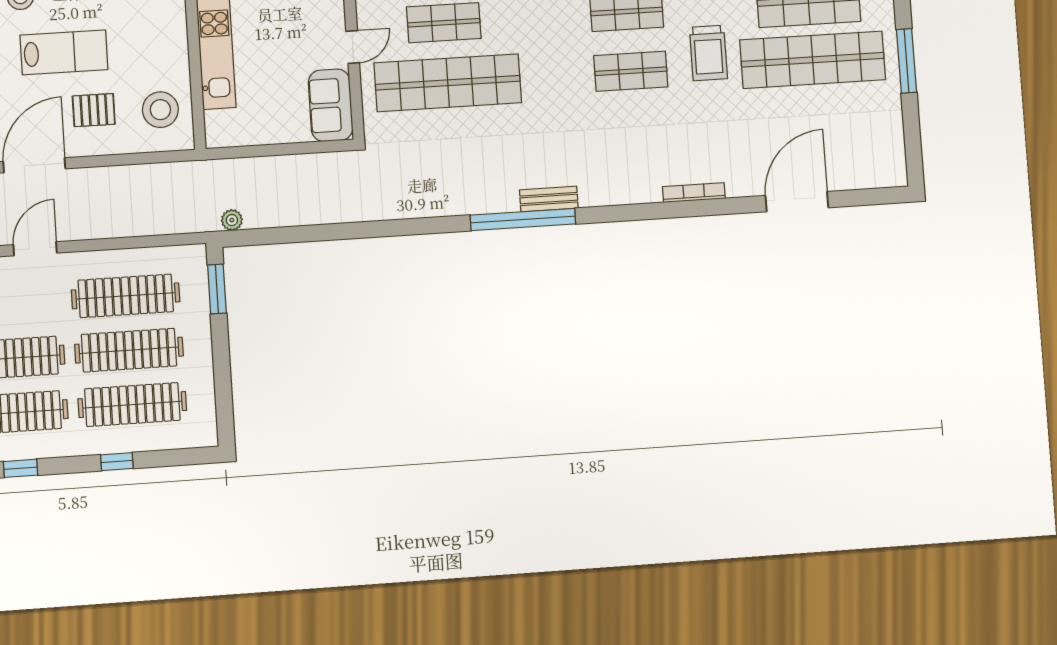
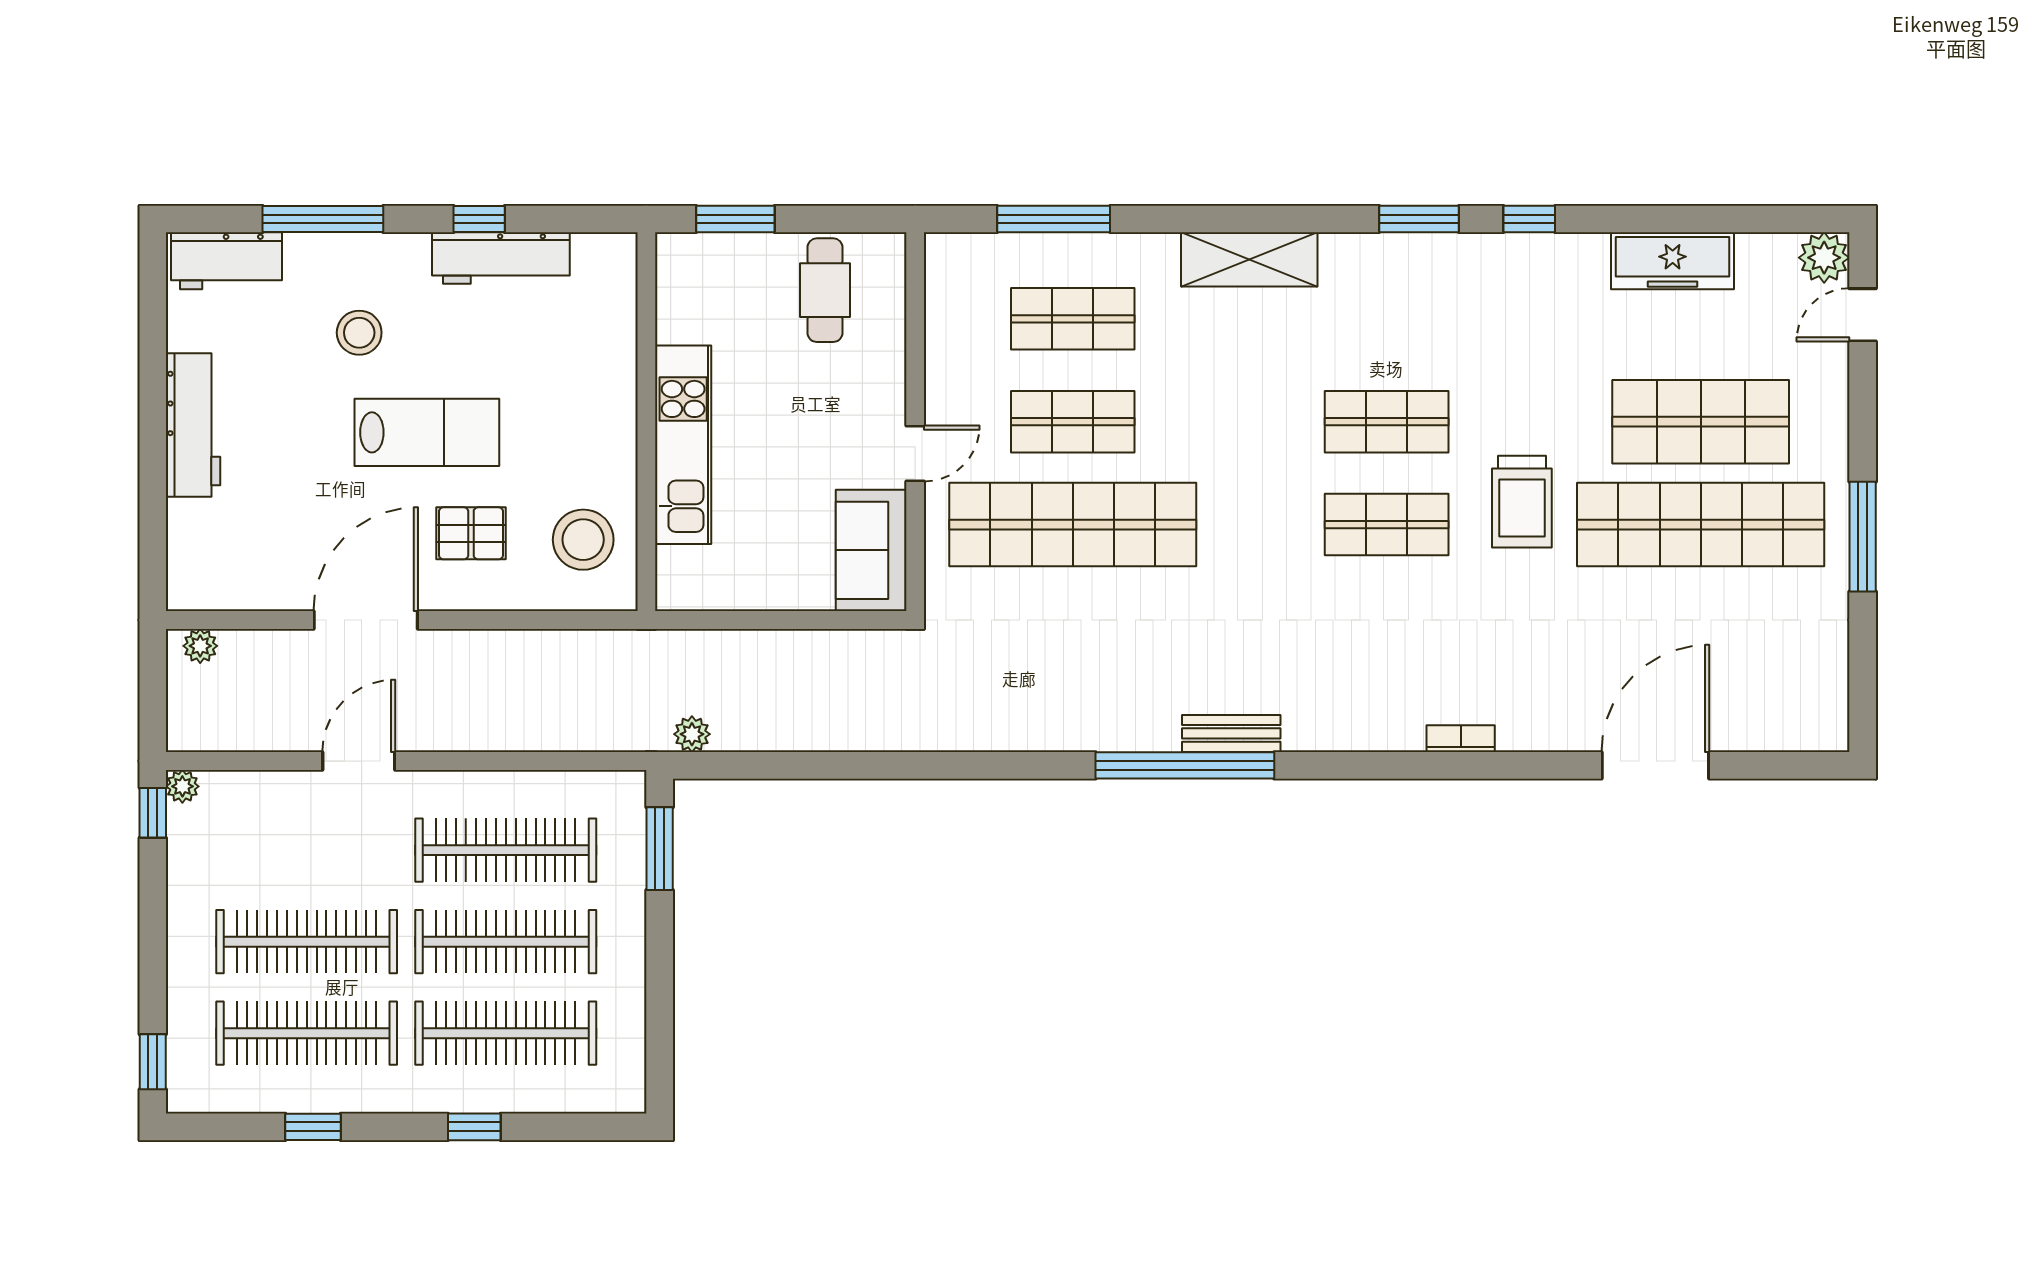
bookcase: (694, 193) -> (1461, 739), width x0.64

